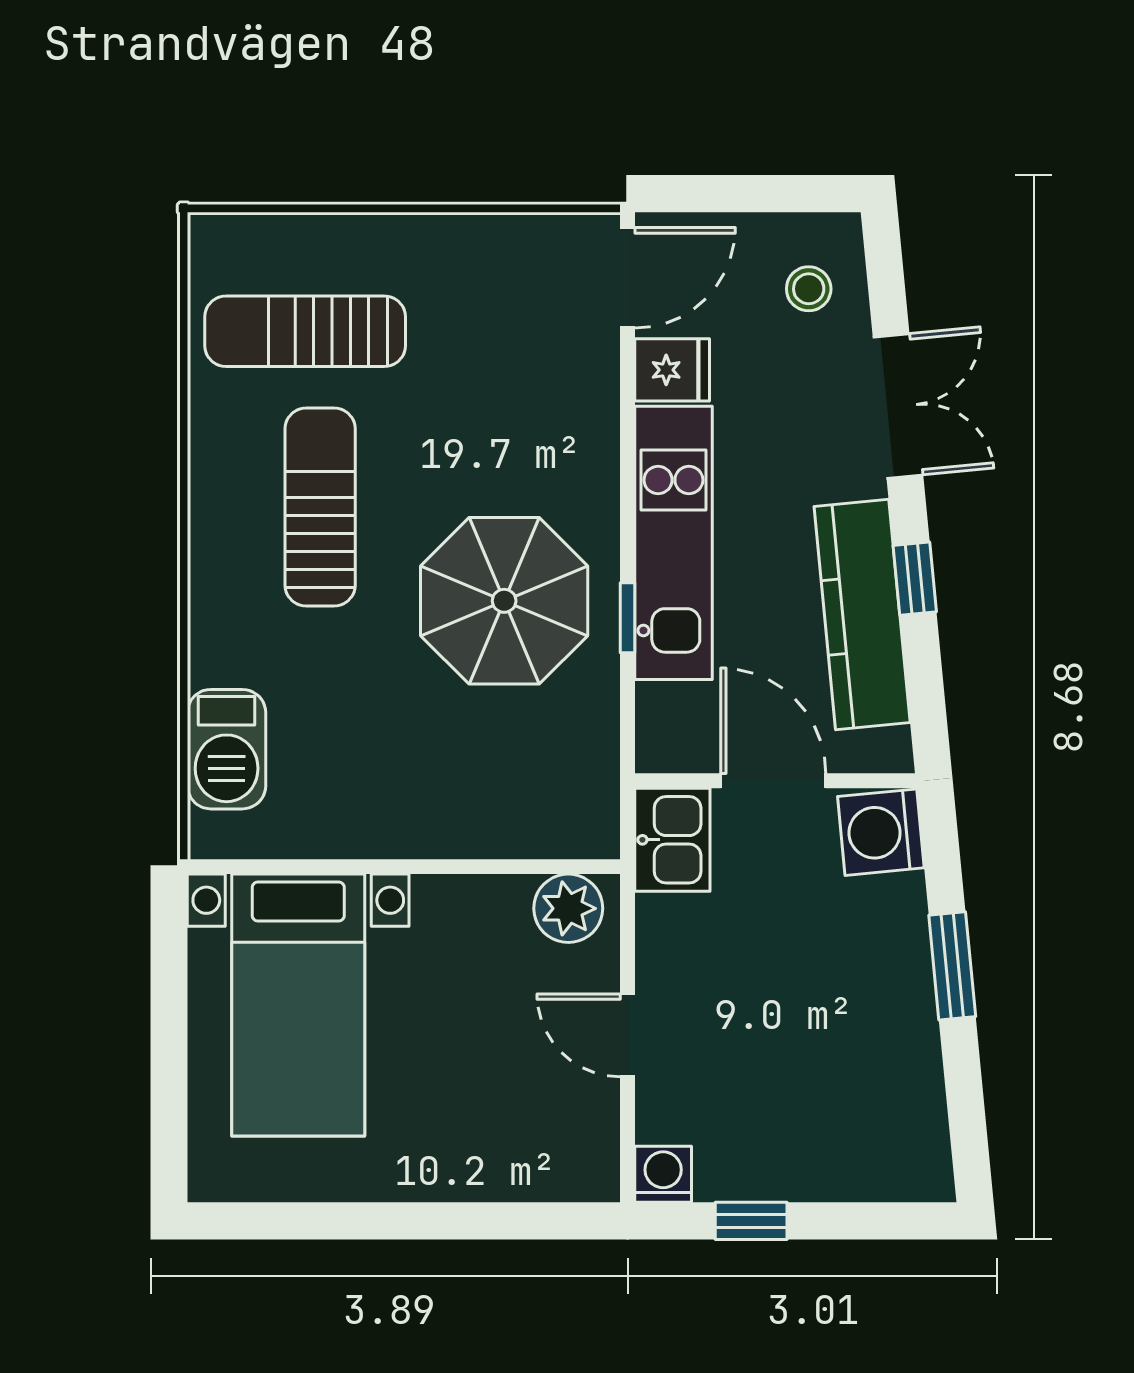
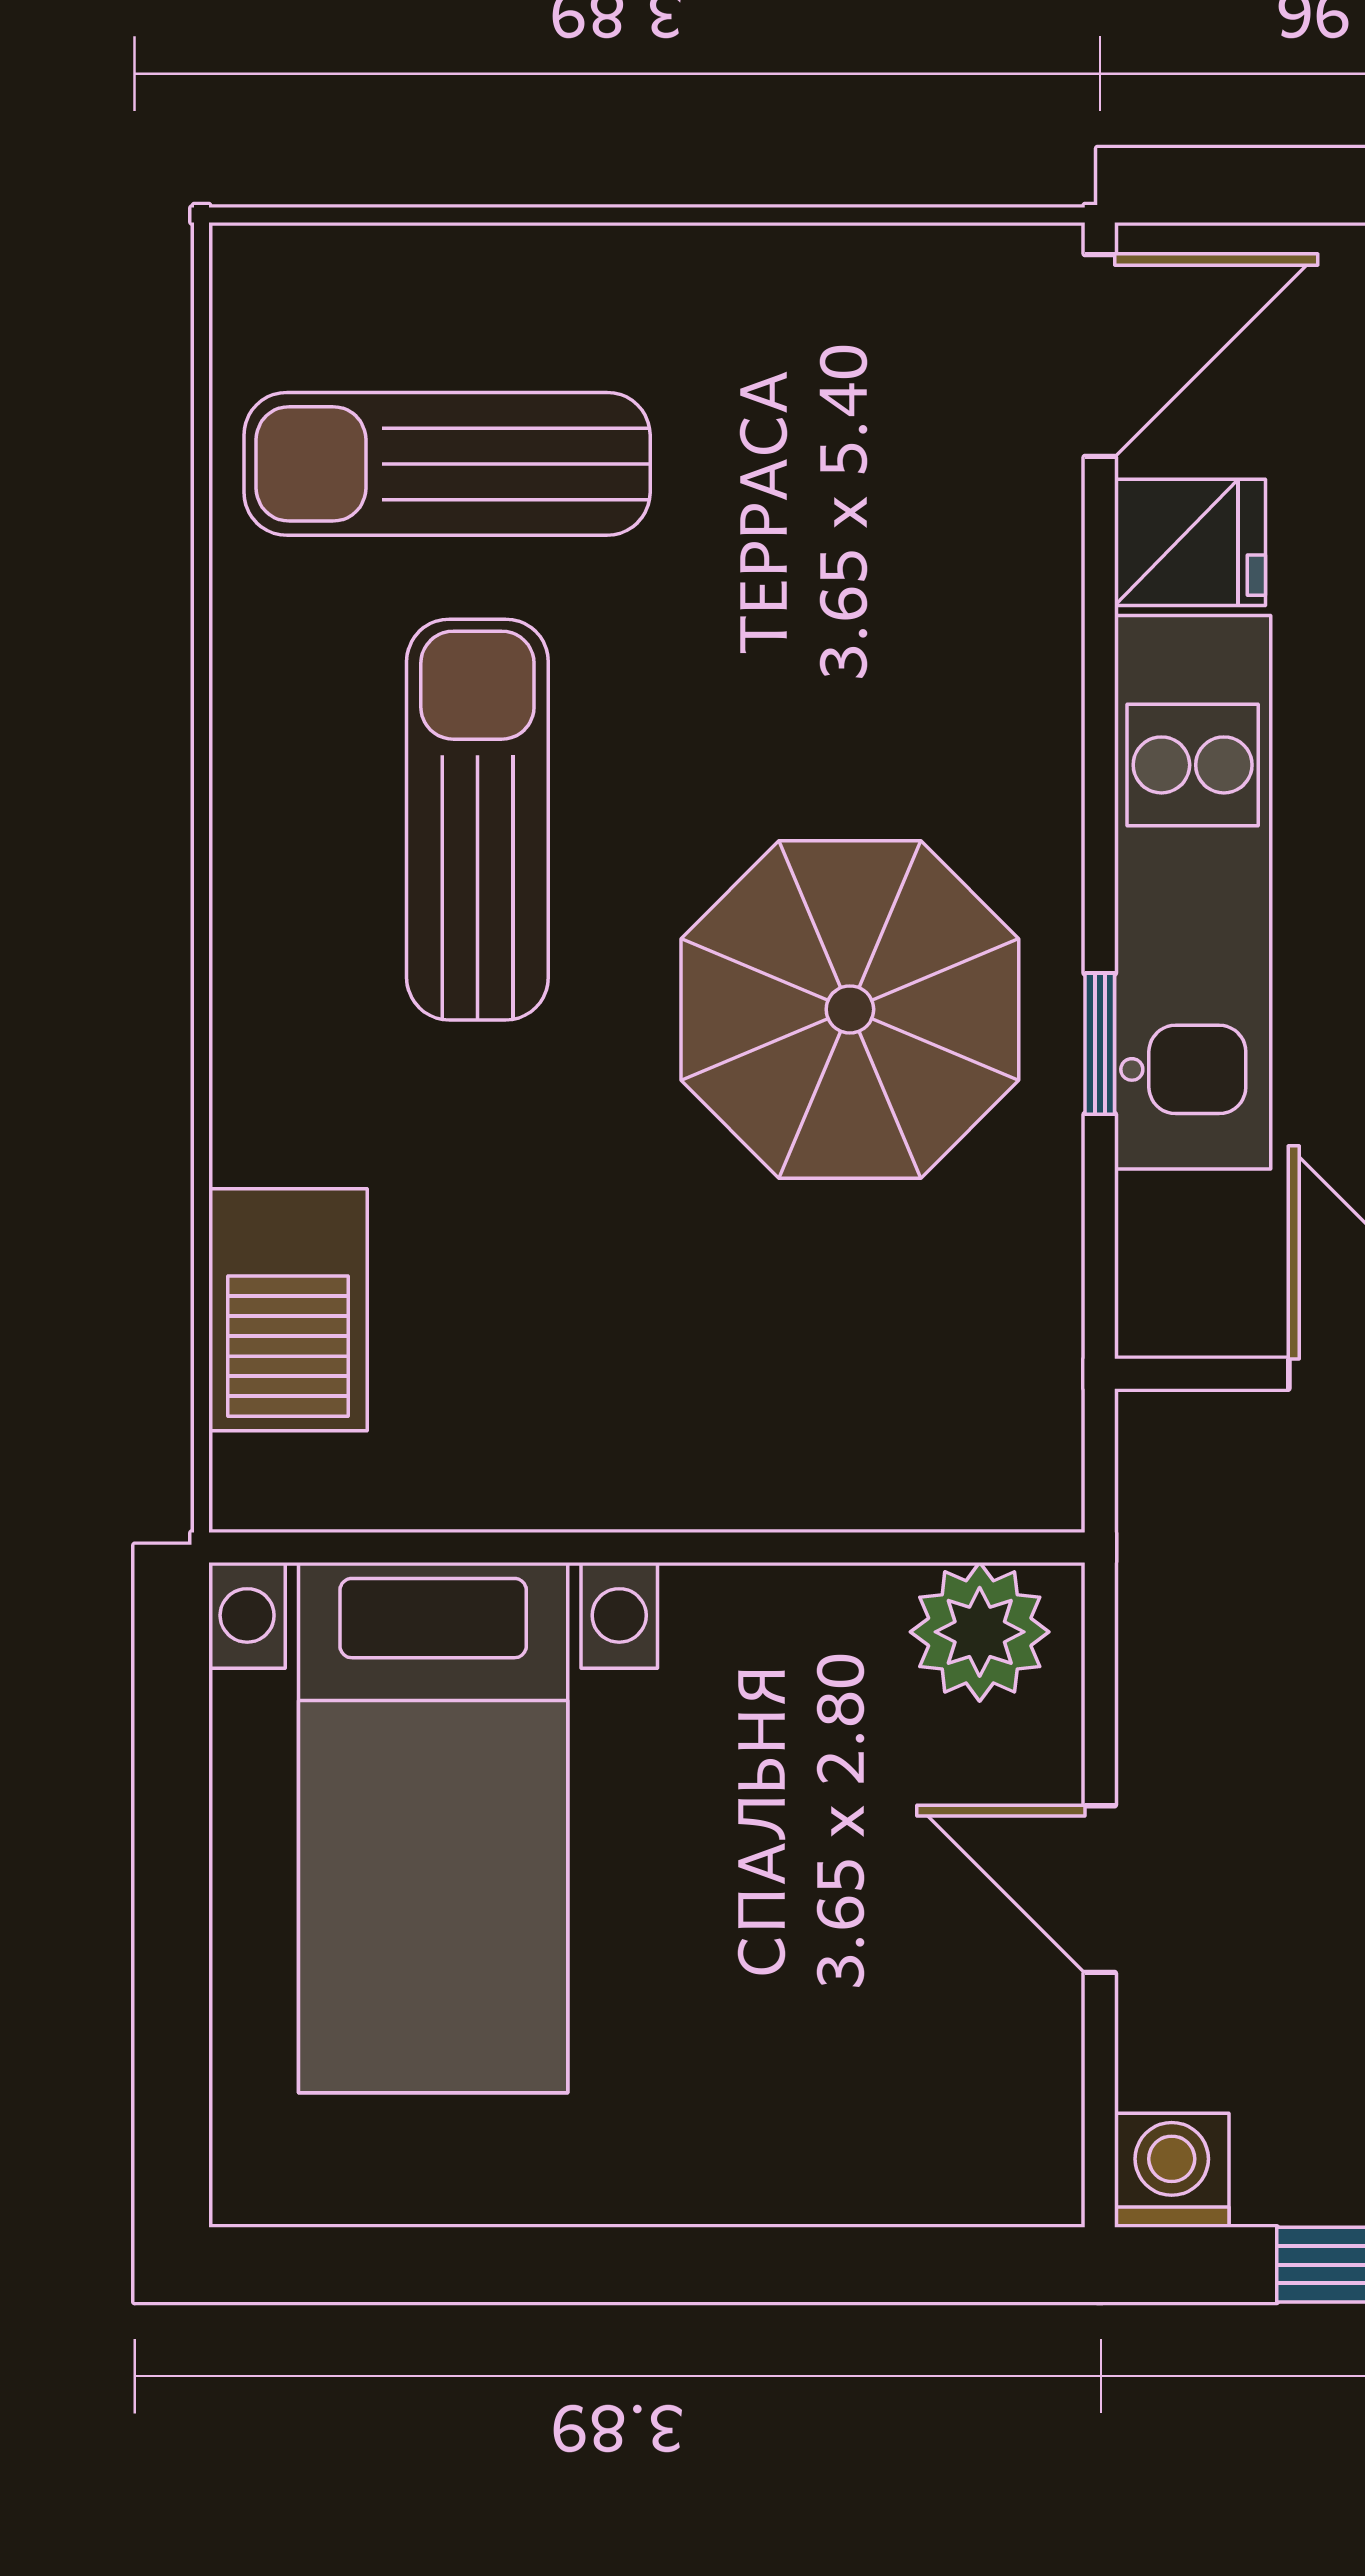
kitchen sink: (672, 840) -> (1190, 1493), removed

